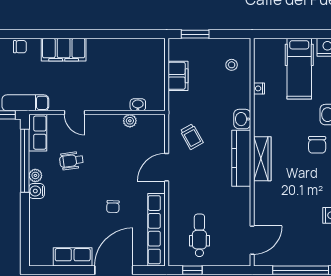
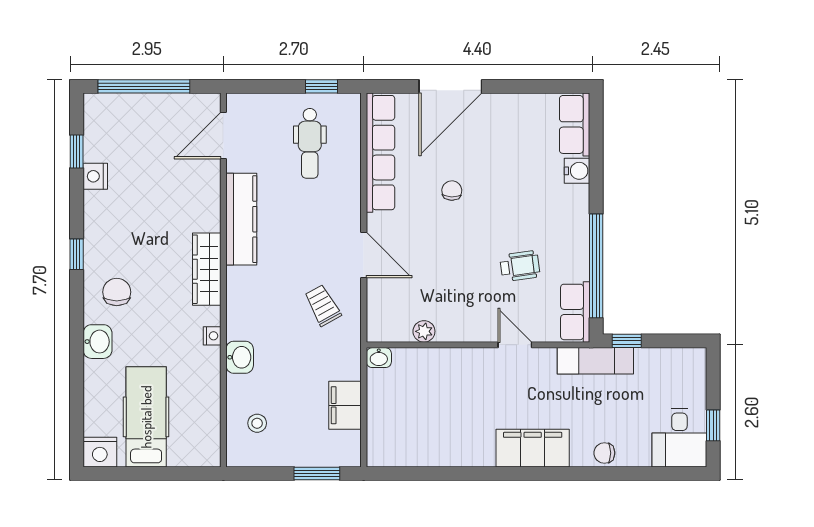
nightstand: (259, 88) -> (212, 336), moved
washbasin: (138, 105) -> (379, 358), moved
washbasin: (242, 119) -> (240, 357), moved
kitchen counter: (241, 158) -> (241, 219), moved
door: (167, 167) -> (364, 255), hinge flipped
plant: (35, 175) -> (579, 242), removed
water cooler: (37, 191) -> (577, 171), moved
row of seats: (73, 257) -> (575, 124), moved, turned 90

